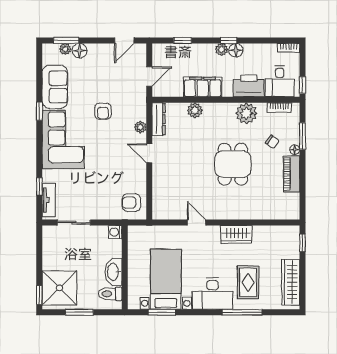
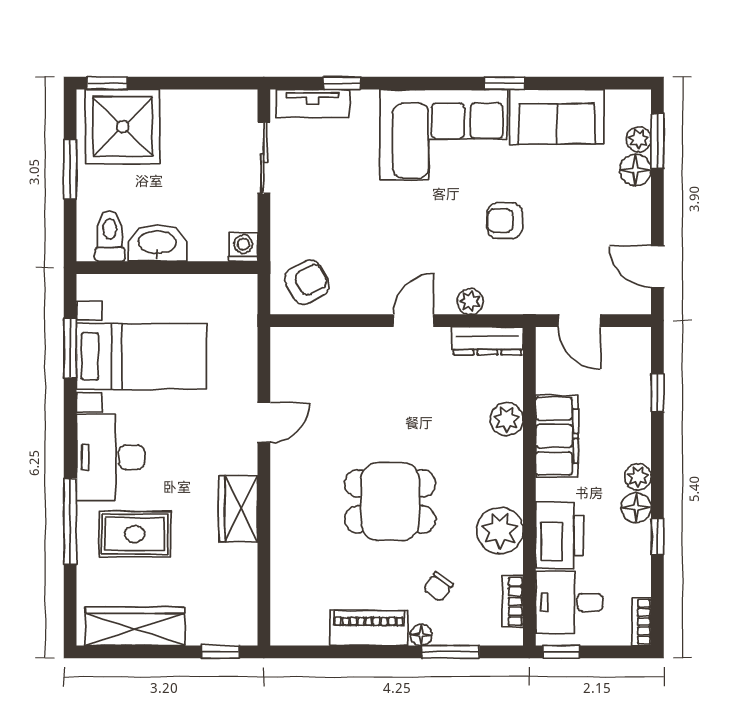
window: (229, 40) -> (657, 537), moved
armchair: (131, 203) -> (307, 282), turned 61

